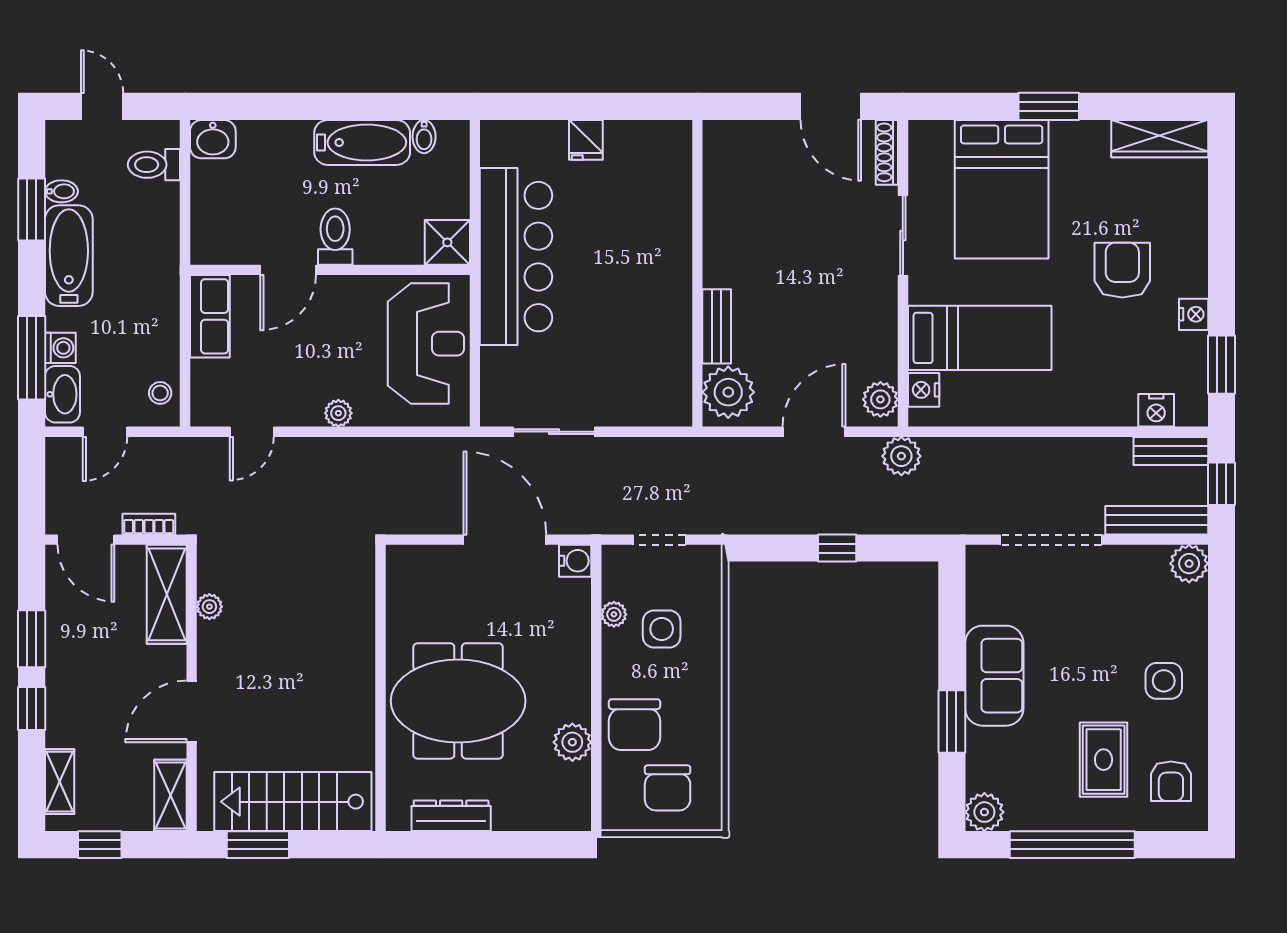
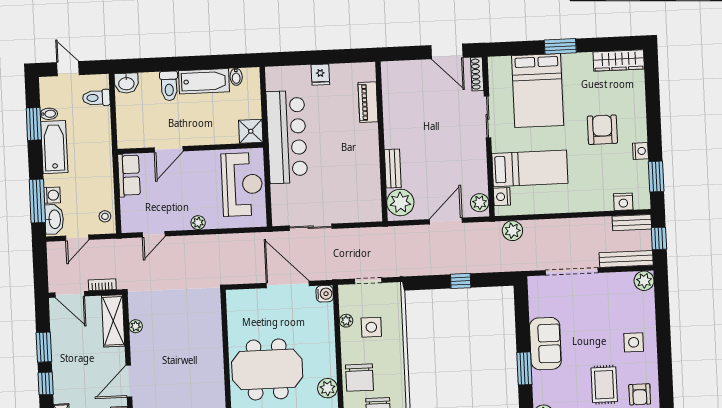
piano: (675, 197) -> (368, 102), added
toilet: (335, 237) -> (169, 86), moved, turned 180
plant: (901, 456) -> (512, 231), moved

